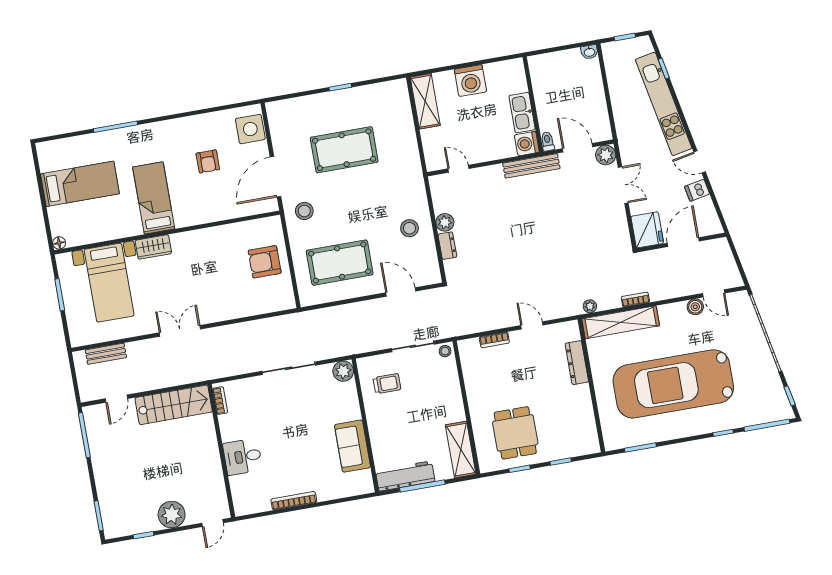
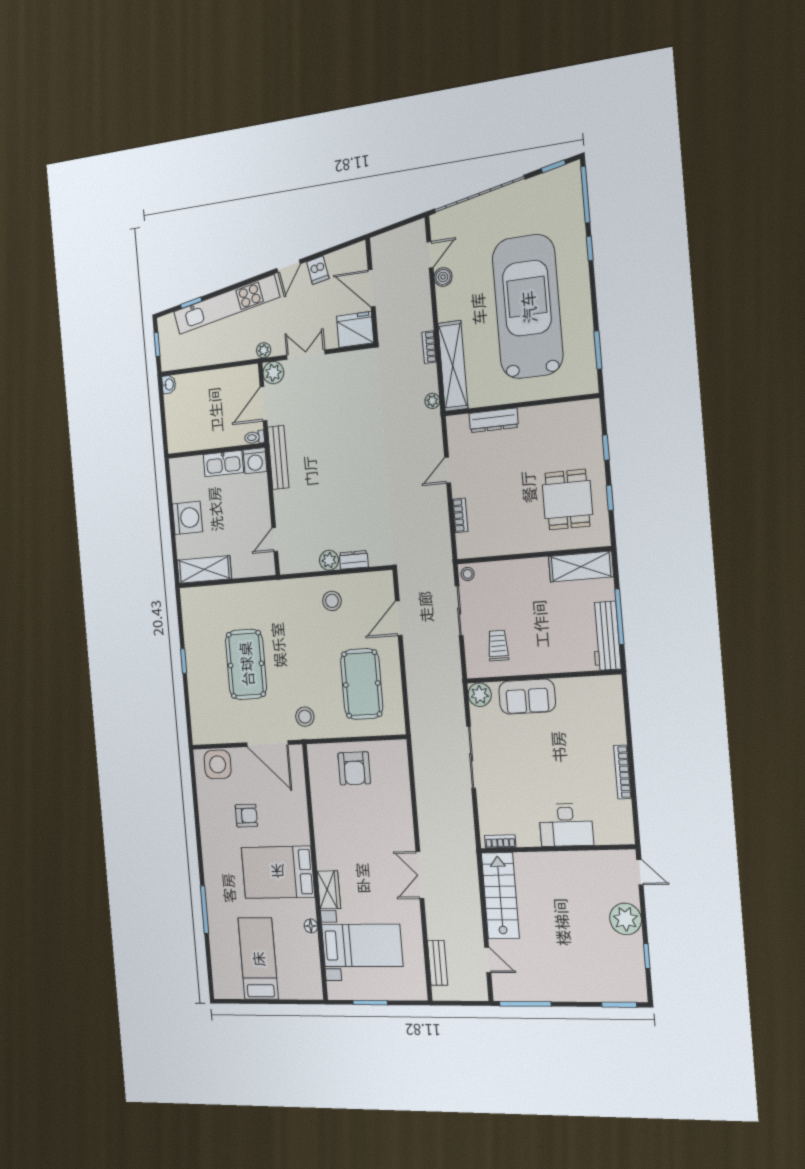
plant: (625, 144) -> (264, 350), added
bed: (154, 198) -> (278, 872), width x1.50
floor lamp: (59, 243) -> (311, 926), moved
car: (673, 384) -> (528, 307), turned 180
dining table: (515, 433) -> (567, 500), turned 90
sofa: (352, 446) -> (527, 697), moved
desk: (243, 457) -> (566, 825), width x1.37

